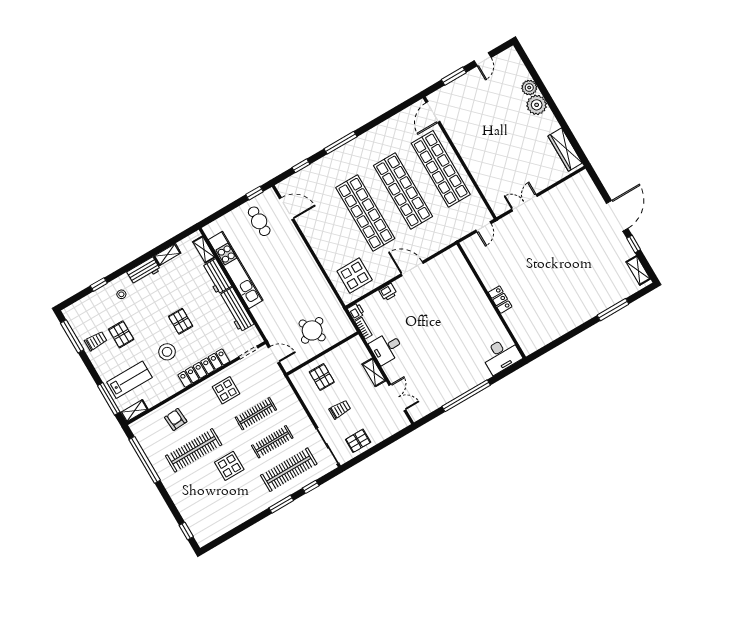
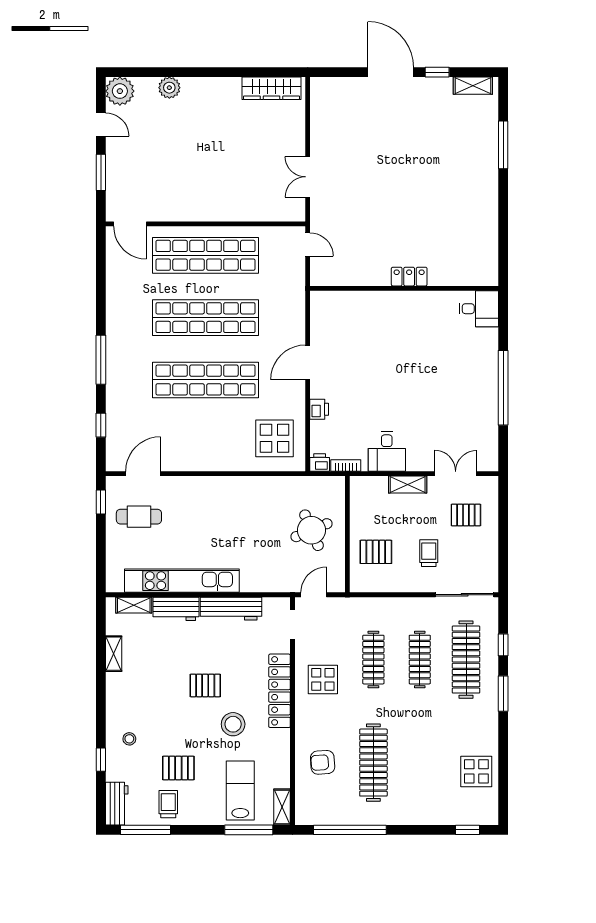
plant: (537, 105) -> (120, 91), moved
workbench: (144, 271) -> (117, 804), moved
desk: (501, 355) -> (479, 309), width x0.73
pallet: (358, 441) -> (466, 515), moved, turned 90
display table: (229, 466) -> (476, 771), moved

